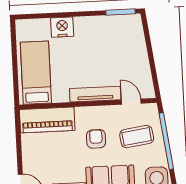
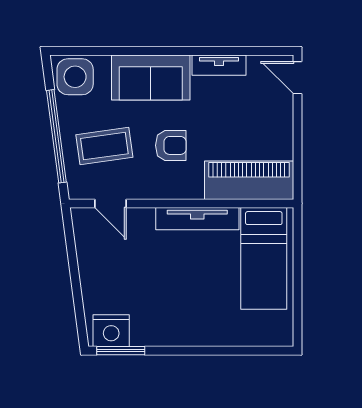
nightstand: (62, 27) -> (111, 331), moved
tv unit: (95, 94) -> (197, 219), moved
armchair: (96, 139) -> (171, 145), turned -90

